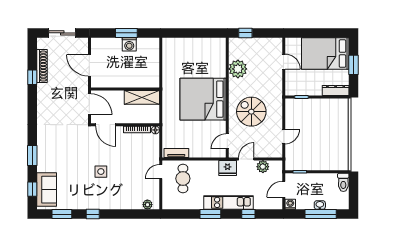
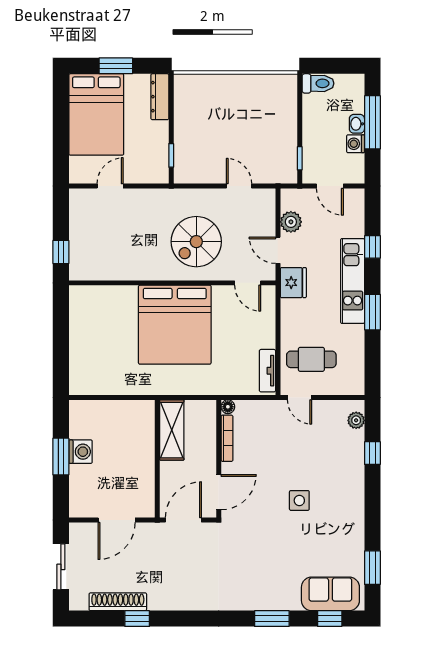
plant: (238, 69) -> (123, 265), removed
washing machine: (290, 204) -> (356, 144), moved
window: (93, 214) -> (372, 453), moved

